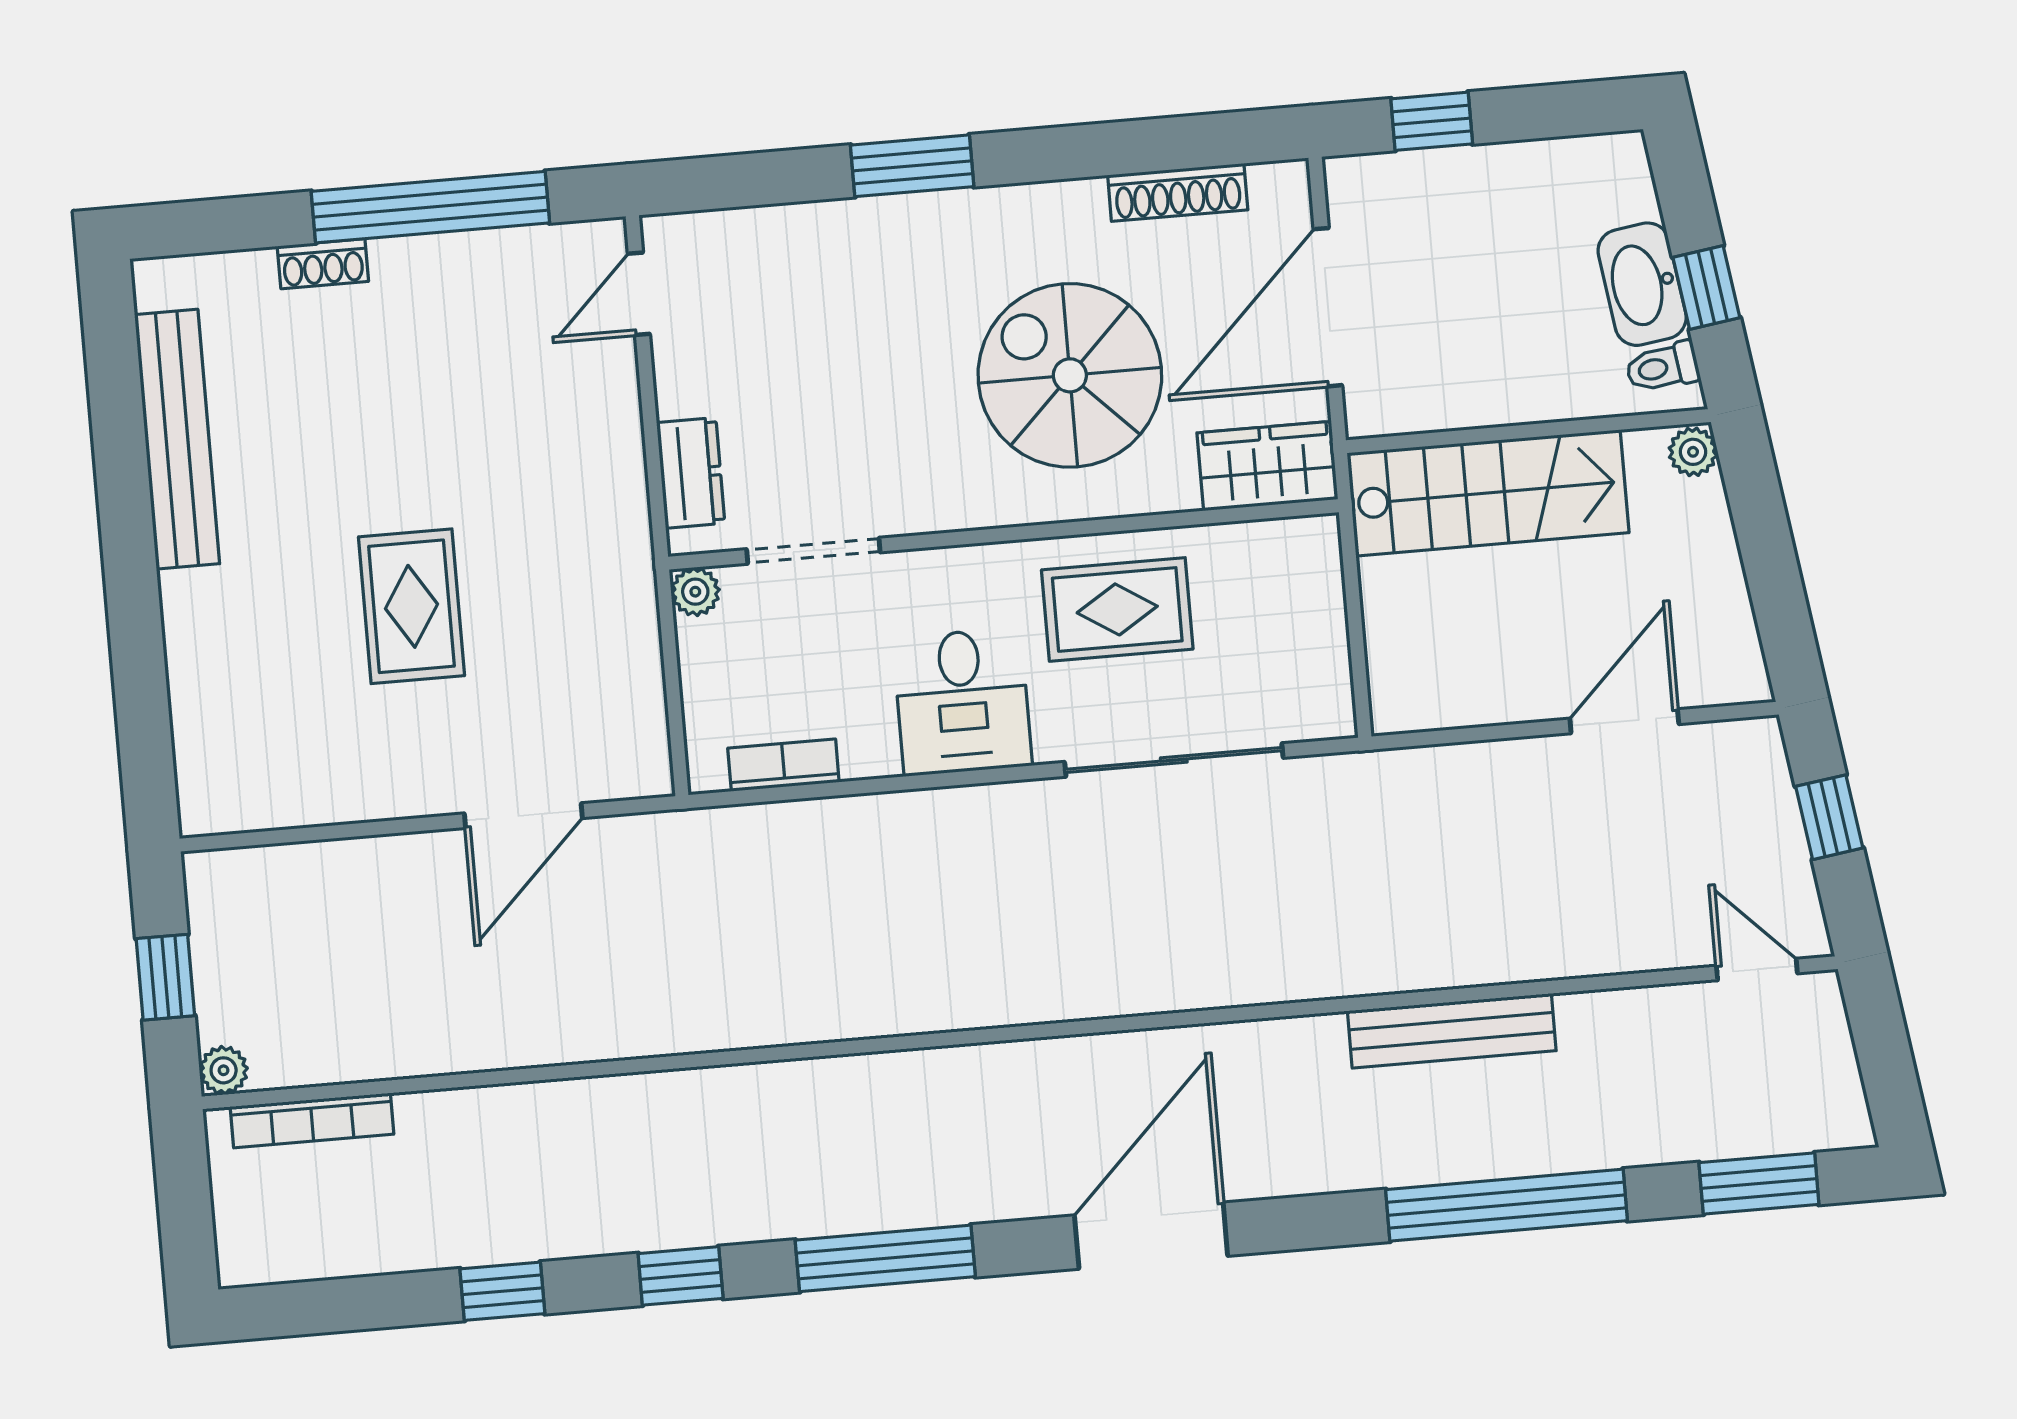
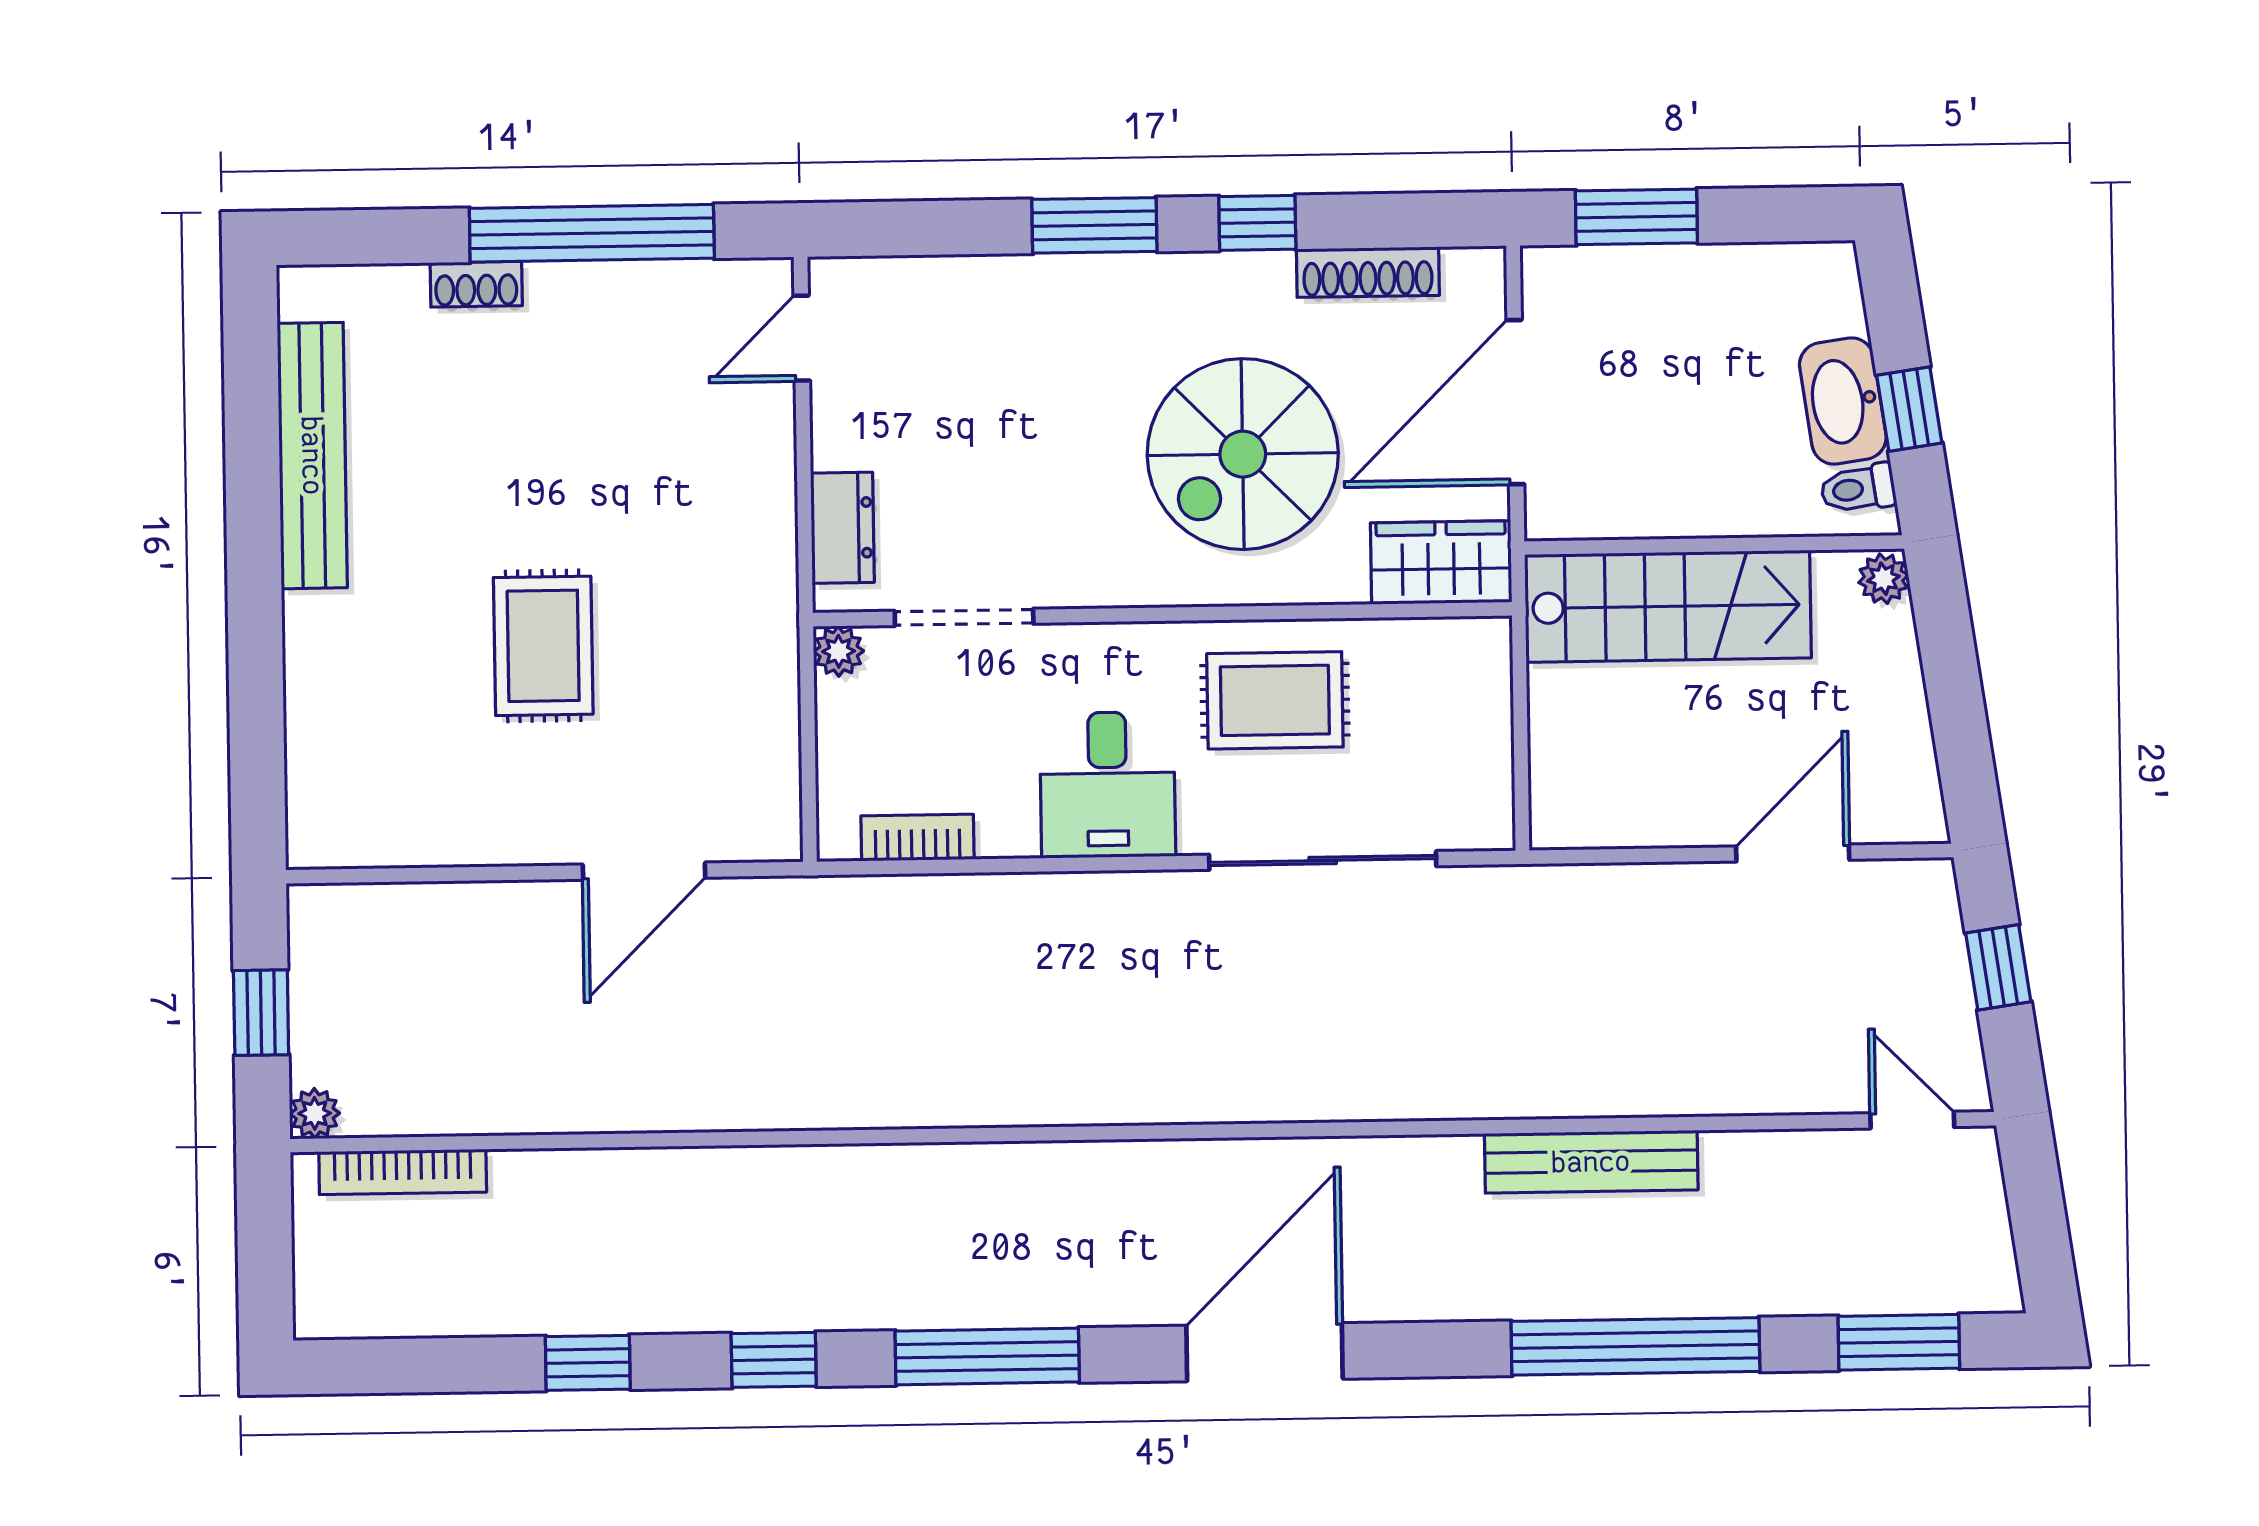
window: (1432, 121) -> (1636, 217), width x1.50
window: (1068, 152) -> (1257, 223), added
spiral stairs: (1070, 375) -> (1243, 454), turned -90

